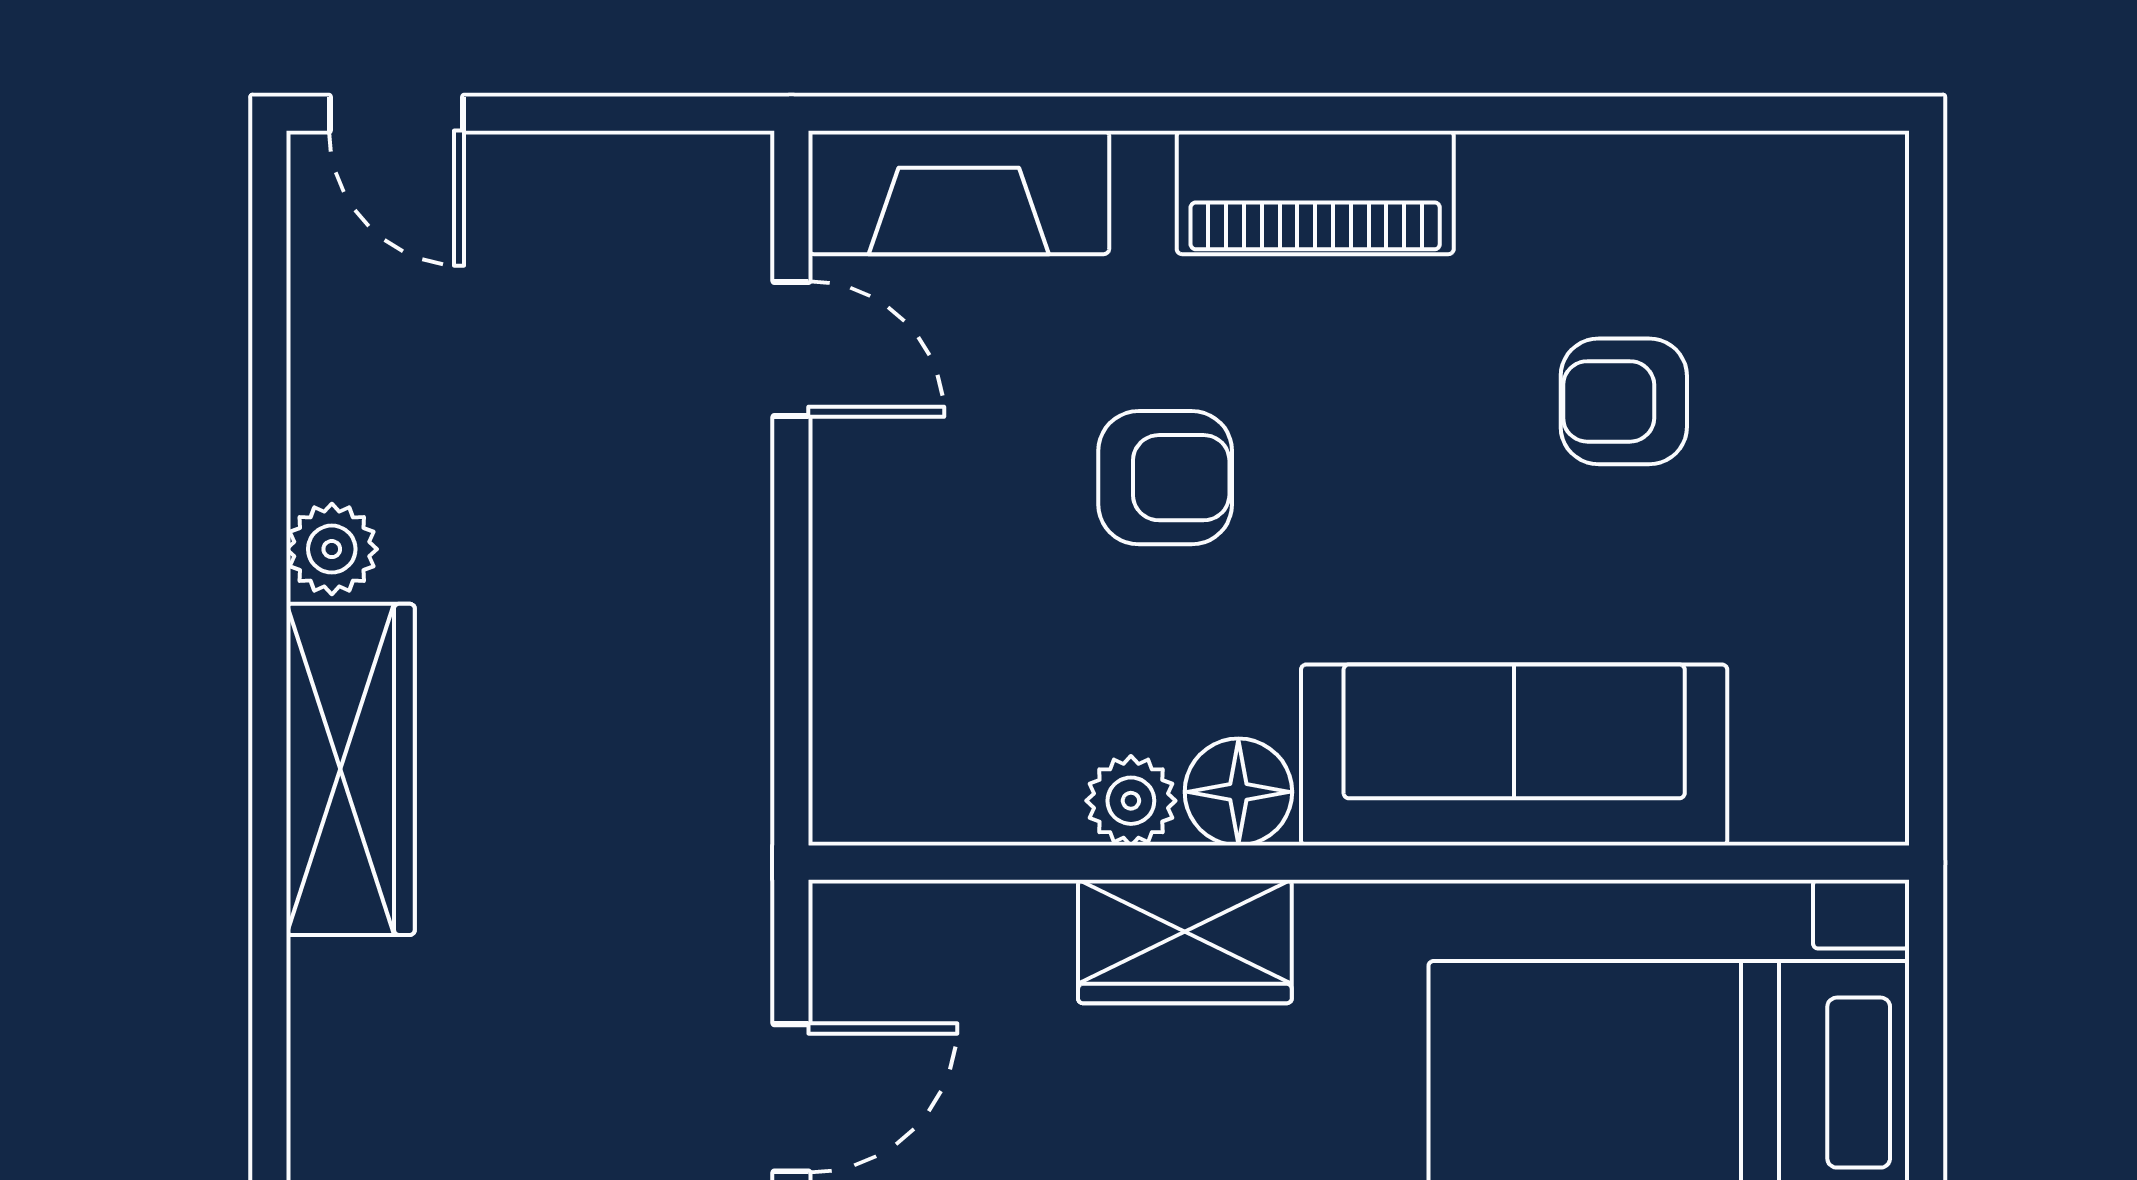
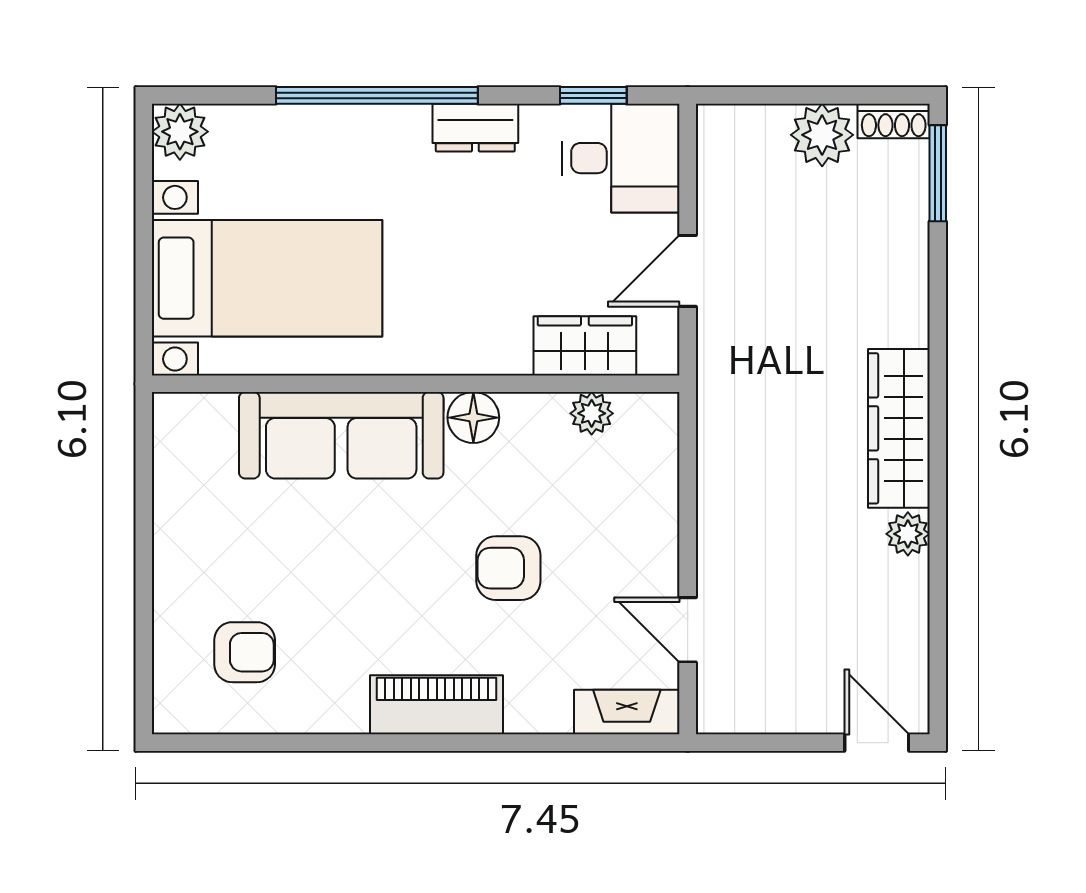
fireplace: (959, 192) -> (627, 712), width x0.73, depth x0.76
armchair: (1624, 401) -> (245, 652), moved
plant: (1131, 801) -> (592, 413), moved
wardrobe: (1185, 942) -> (585, 346), moved

